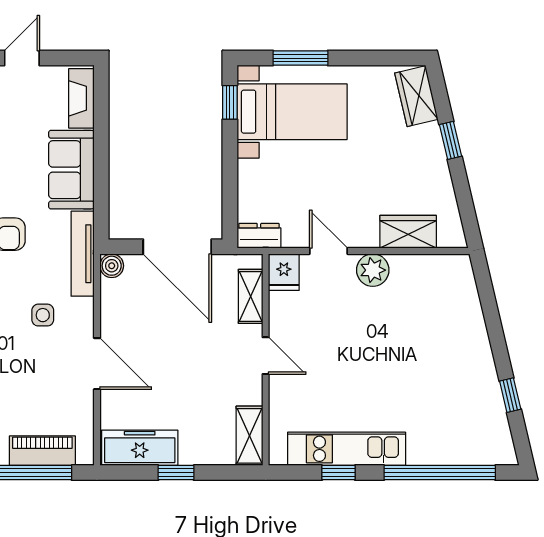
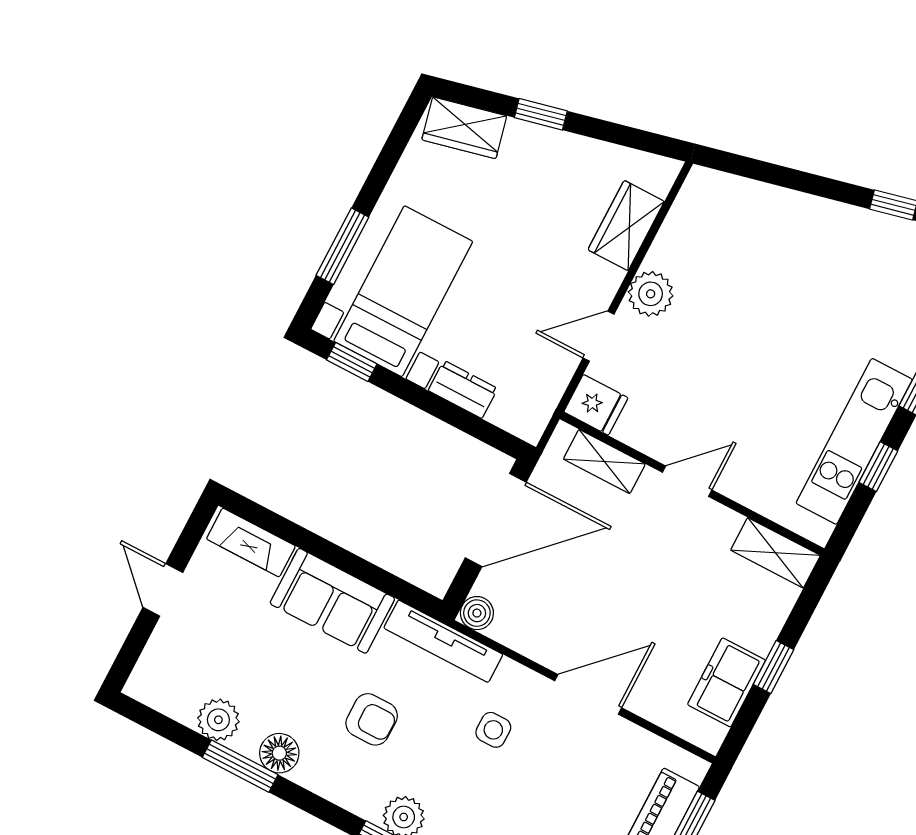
dresser: (259, 236) -> (463, 389), moved, turned 90
freezer: (140, 448) -> (726, 682), width x0.71

